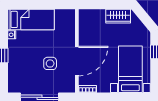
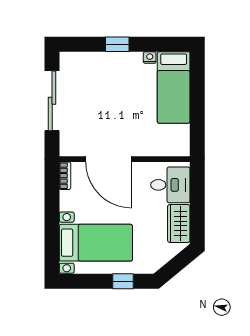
desk: (93, 22) -> (170, 185), added
side table: (50, 63) -> (105, 117), removed

